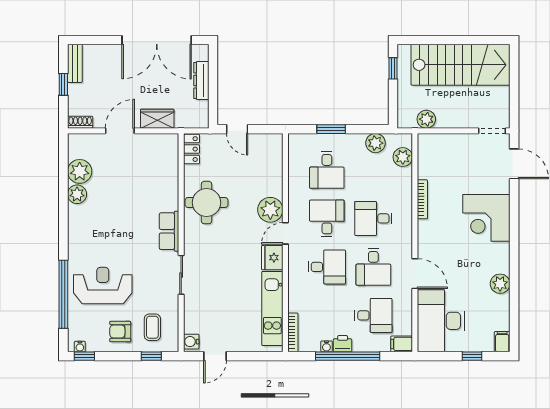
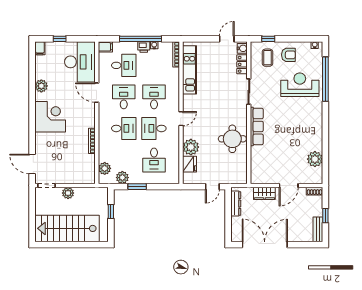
window: (393, 68) -> (111, 211), moved
dresser: (201, 80) -> (236, 203), moved
plant: (426, 119) -> (68, 193), moved
door: (237, 129) -> (212, 187), swing flipped
window: (331, 129) -> (137, 187), moved
locker: (192, 149) -> (242, 64), moved
desk: (327, 170) -> (154, 160), turned 180
plant: (77, 194) -> (317, 144), removed
plant: (270, 210) -> (191, 147), moved
desk: (327, 218) -> (154, 128), turned 90
corner desk: (486, 218) -> (50, 117), moved
row of seats: (169, 231) -> (257, 126), width x1.48
fridge: (272, 258) -> (190, 164), moved
desk: (327, 267) -> (154, 97), turned 90
reception desk: (103, 286) -> (300, 85), turned 180
desk: (373, 315) -> (124, 65), turned 180
window: (84, 356) -> (312, 39), removed

